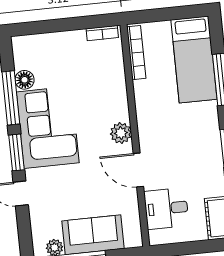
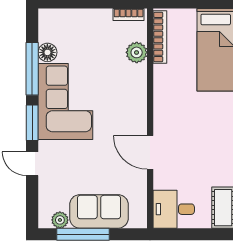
plant: (121, 133) -> (137, 52), moved
desk: (166, 208) -> (174, 209), moved

